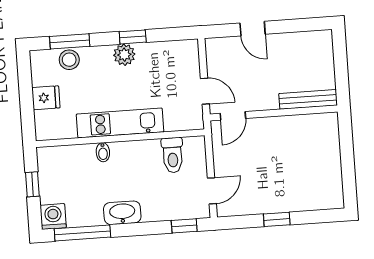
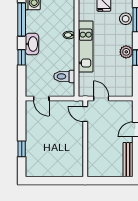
door: (205, 91) -> (101, 98), swing flipped
bench: (308, 99) -> (128, 160), moved
window: (277, 219) -> (22, 149), moved
window: (184, 226) -> (22, 57), moved

